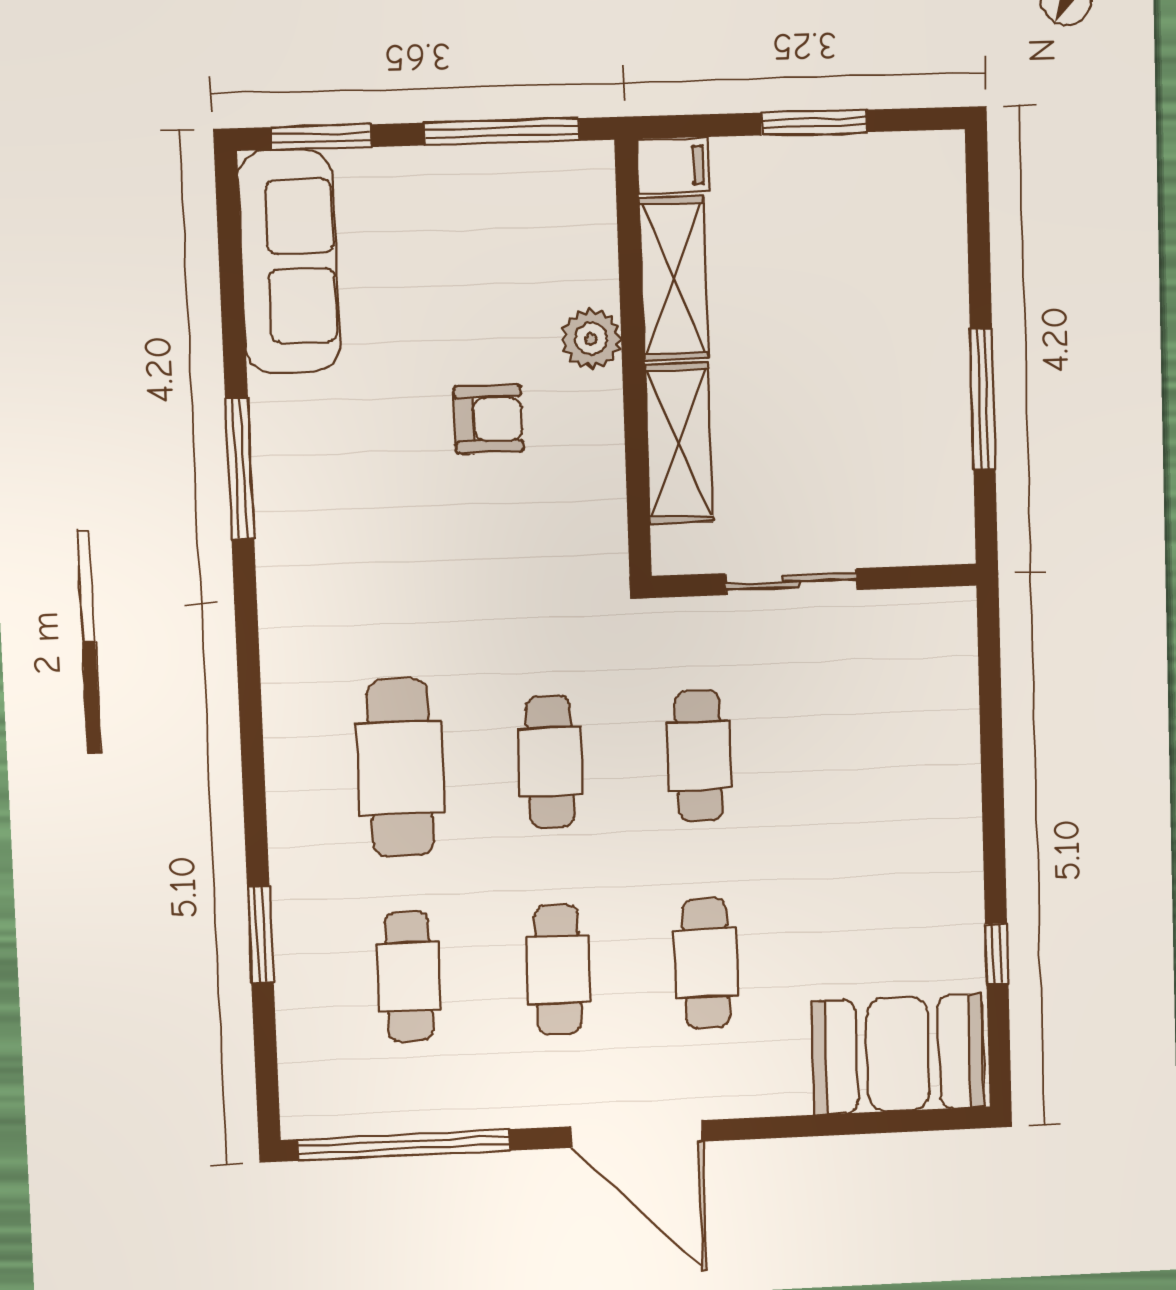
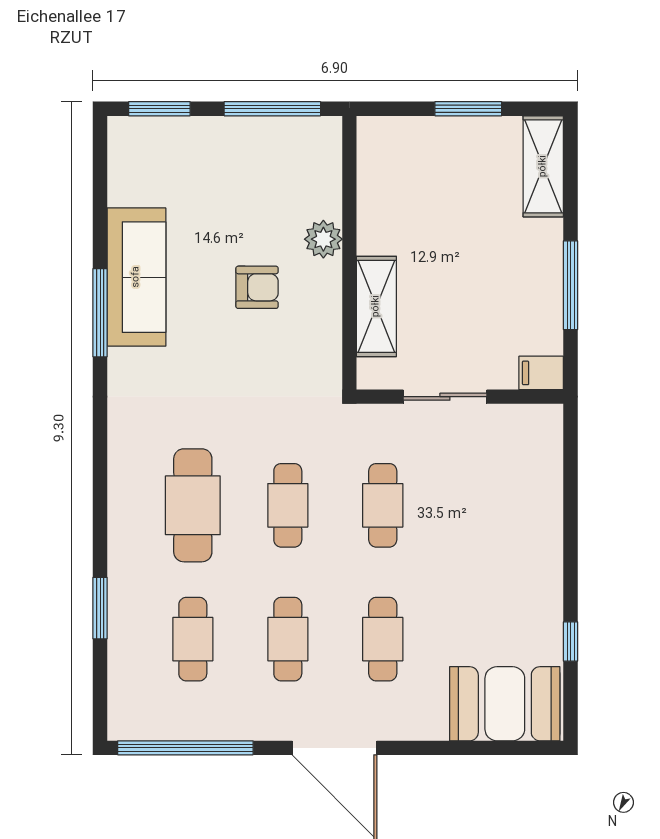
filing cabinet: (673, 166) -> (541, 373), moved, turned 180
sofa: (289, 261) -> (136, 277), moved
shelving: (674, 278) -> (543, 166), moved

